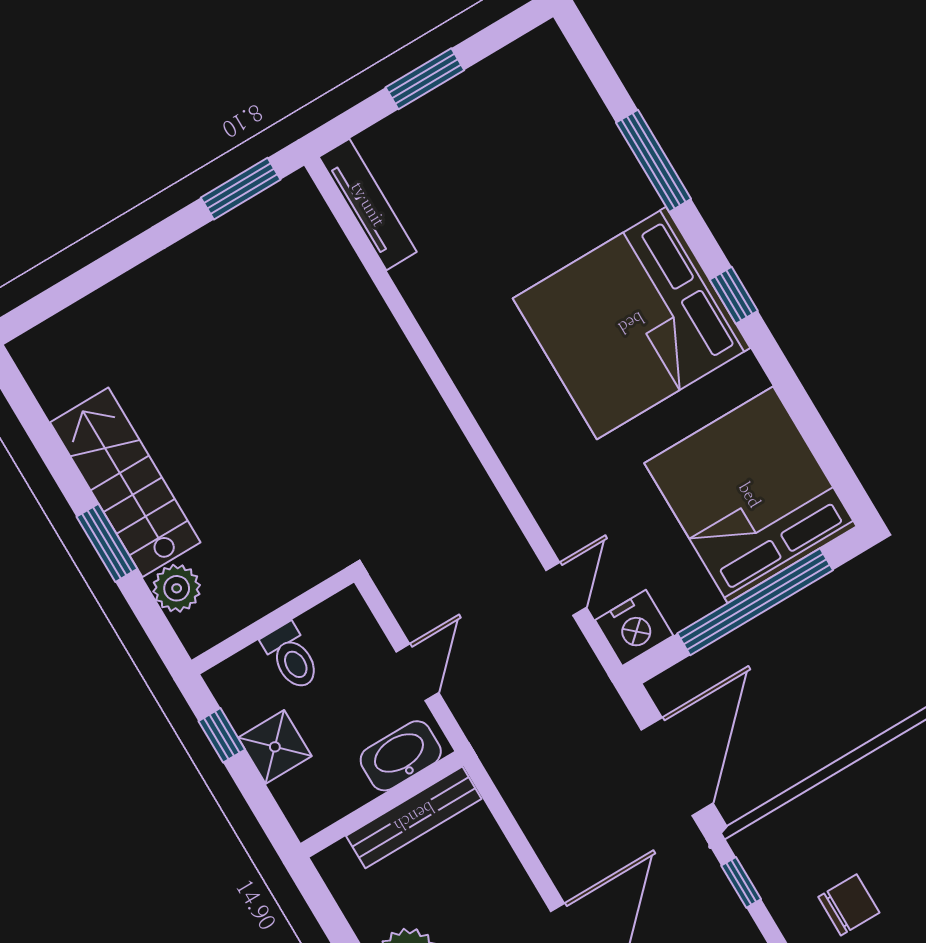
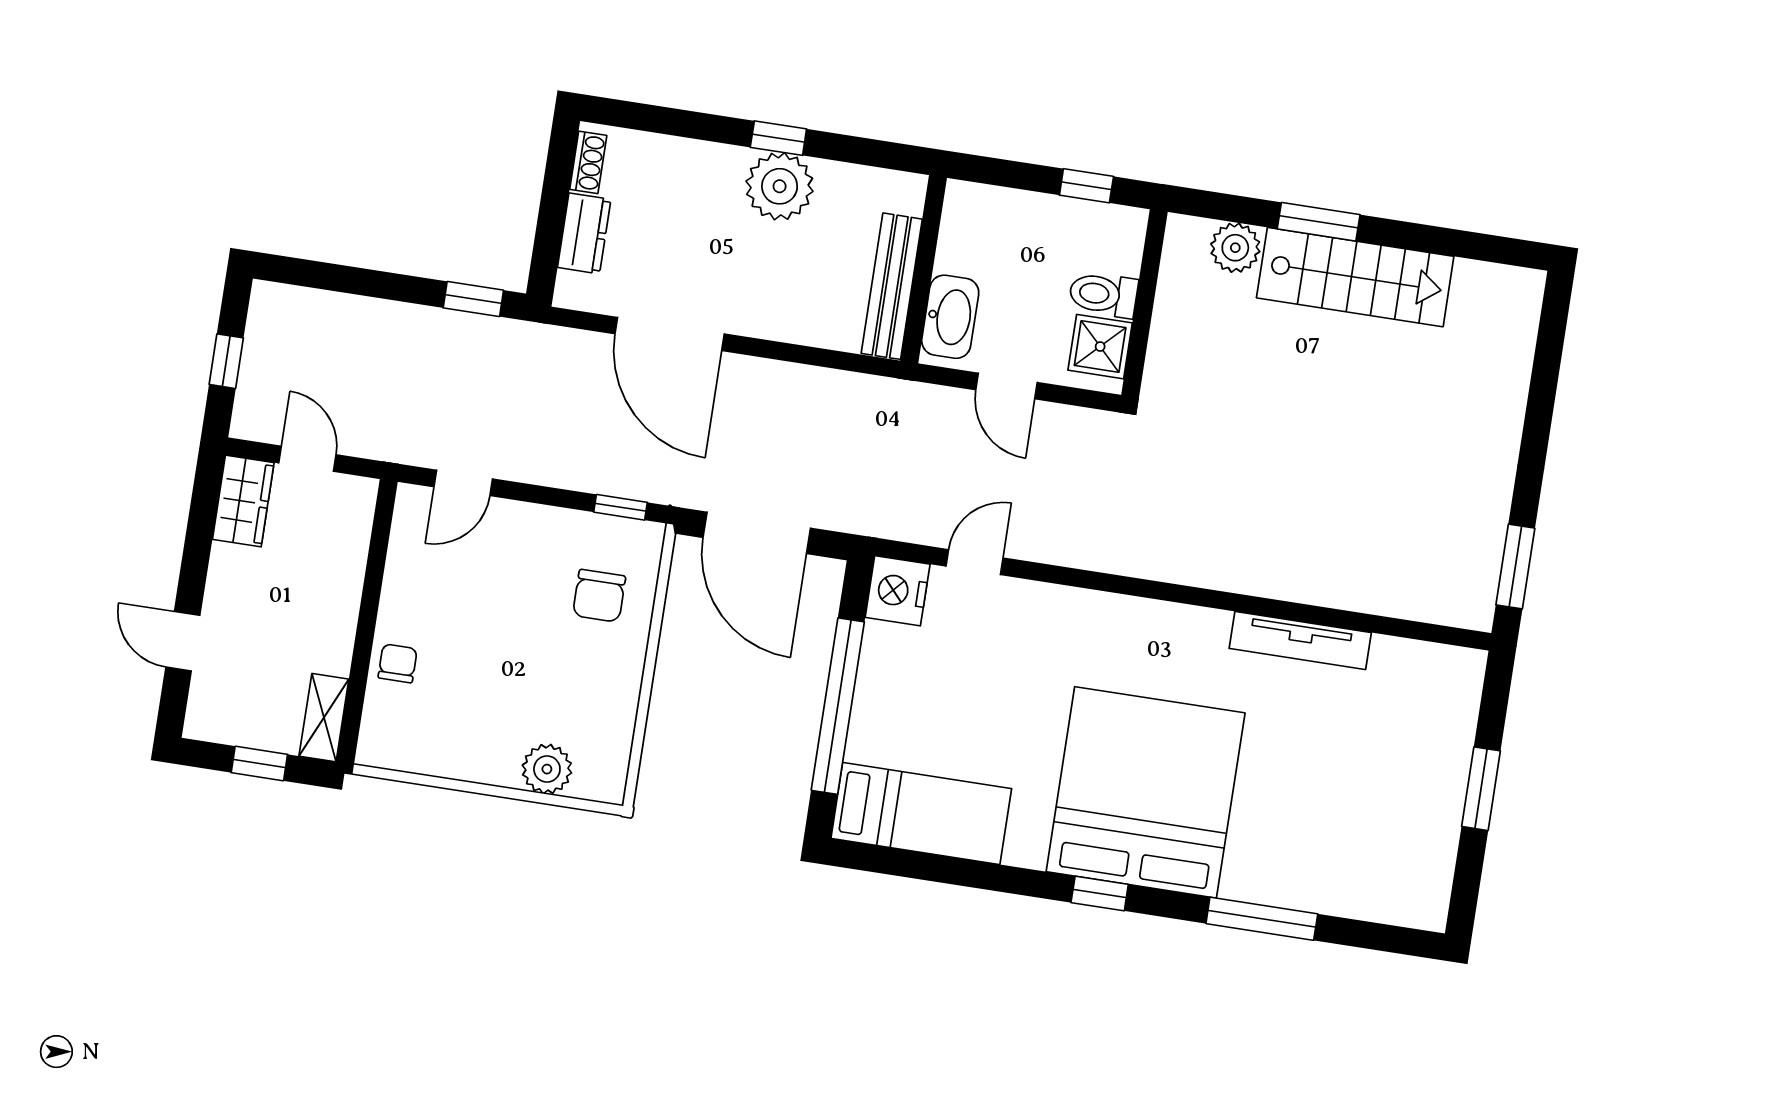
tv unit: (368, 204) -> (1300, 640), moved
bed: (750, 495) -> (921, 813), width x0.49
door: (566, 589) -> (974, 562), swing flipped
shower: (275, 747) -> (1100, 347), moved
chair: (849, 905) -> (599, 596), moved

